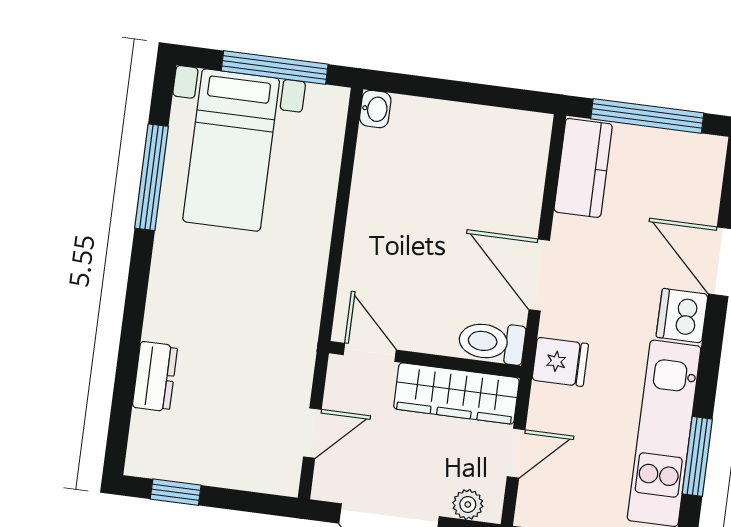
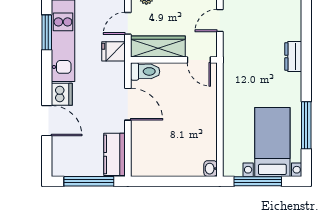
fridge: (560, 362) -> (113, 51), moved
dresser: (155, 377) -> (293, 57), moved

